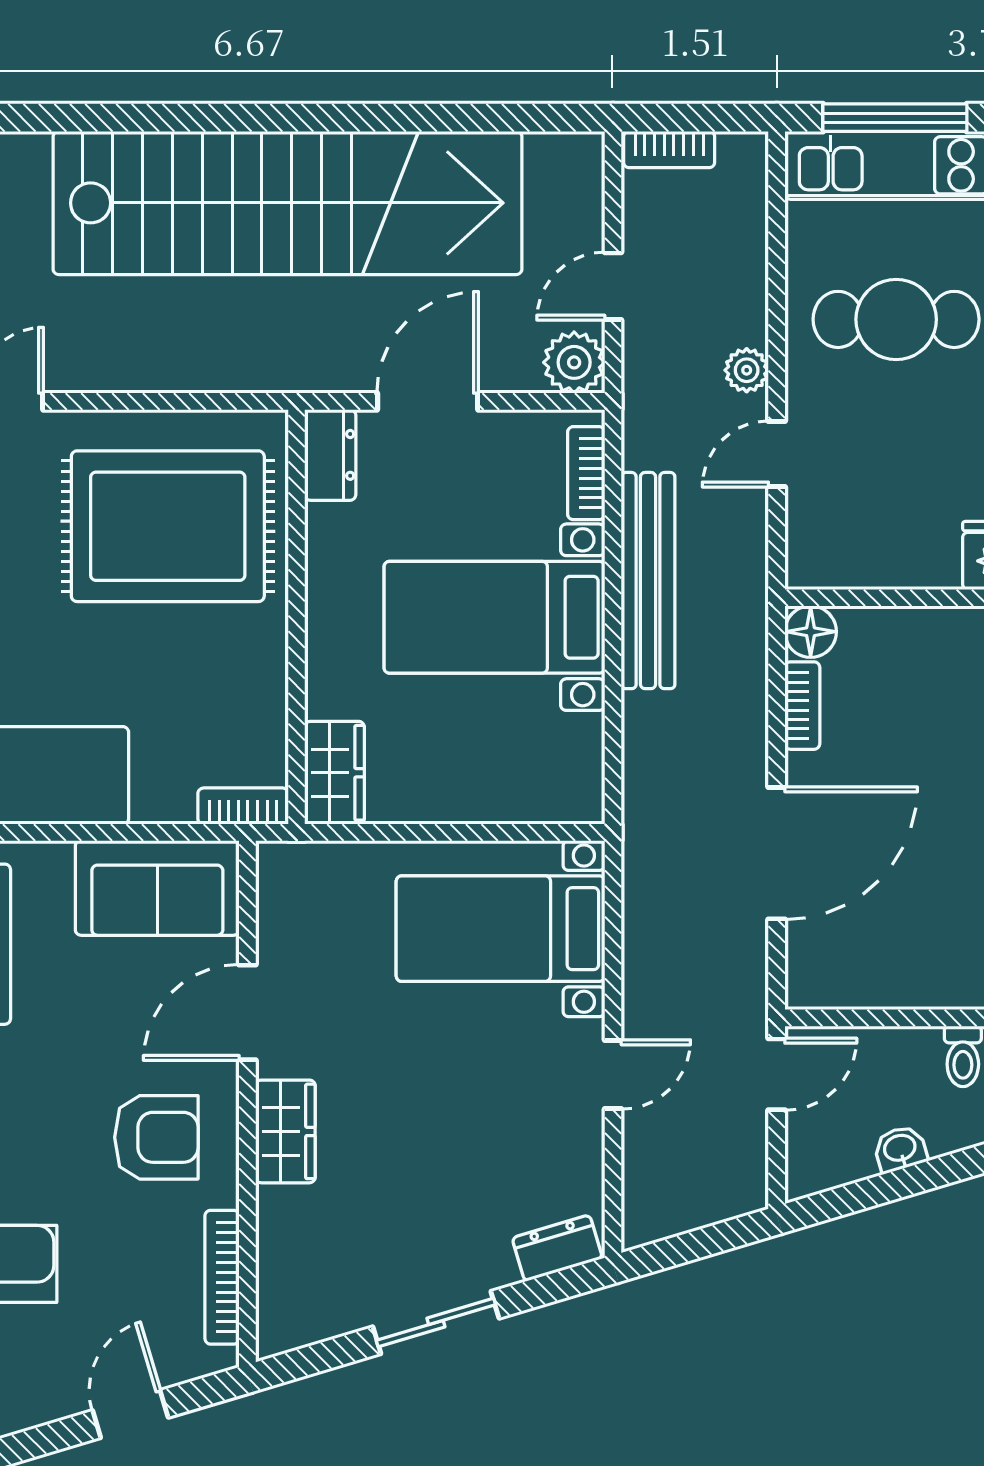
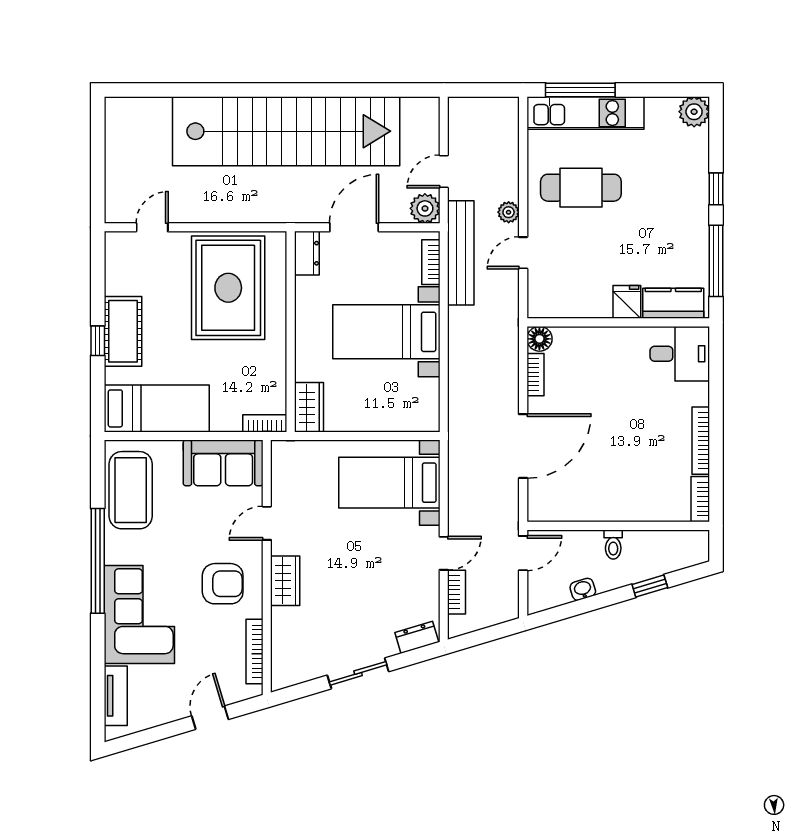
bookcase: (669, 149) -> (457, 592), moved, turned -90
rug: (168, 526) -> (228, 288), turned 90
bench: (648, 581) -> (461, 253), moved
door: (247, 1012) -> (267, 523), width x0.73

